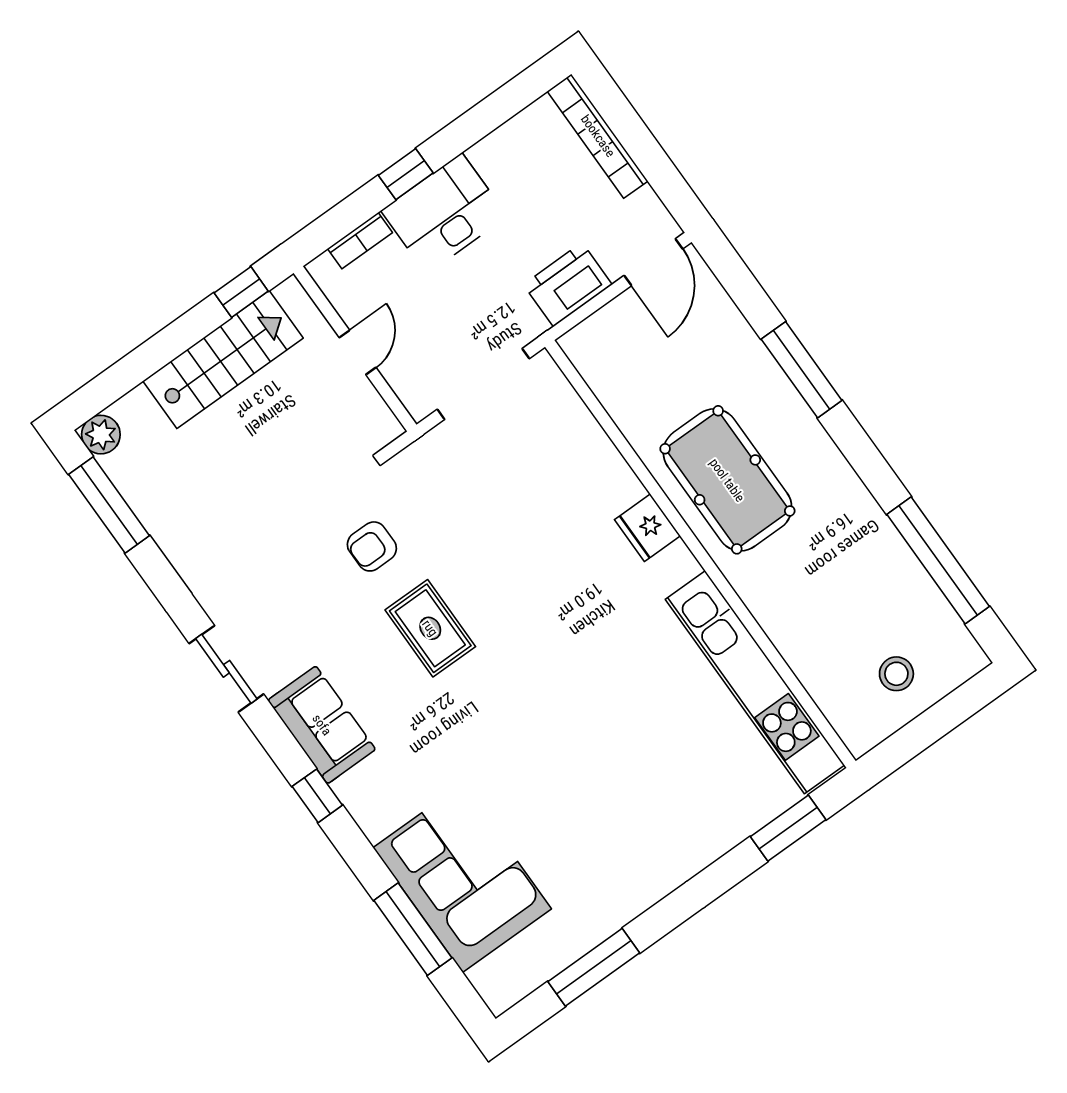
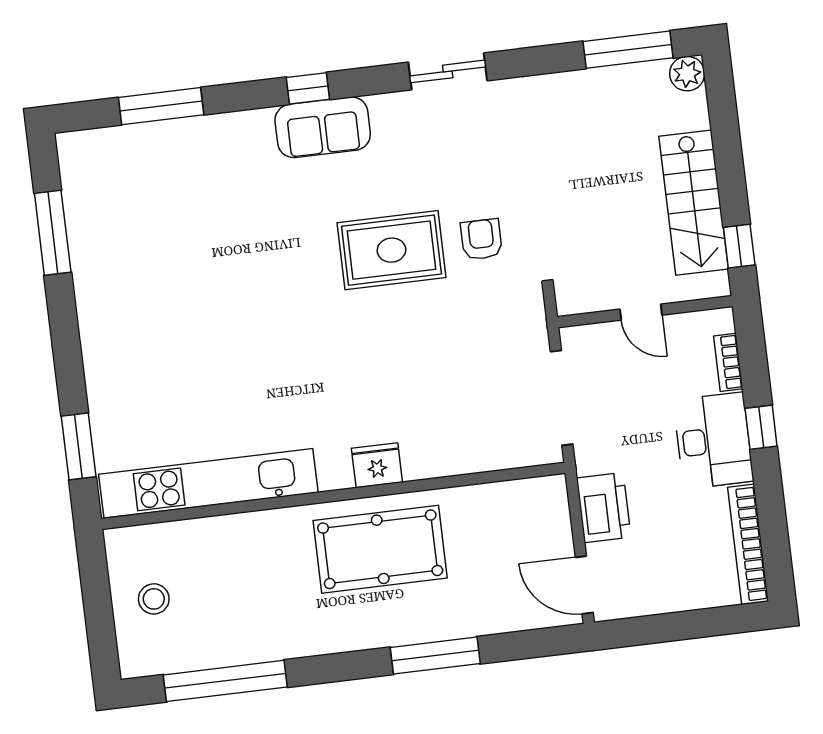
bookcase: (598, 136) -> (748, 544), moved, turned -90
rug: (430, 628) -> (391, 250), width x1.36, depth x1.43
sofa: (322, 725) -> (323, 127), moved
corner sofa: (462, 878) -> (180, 167), removed

